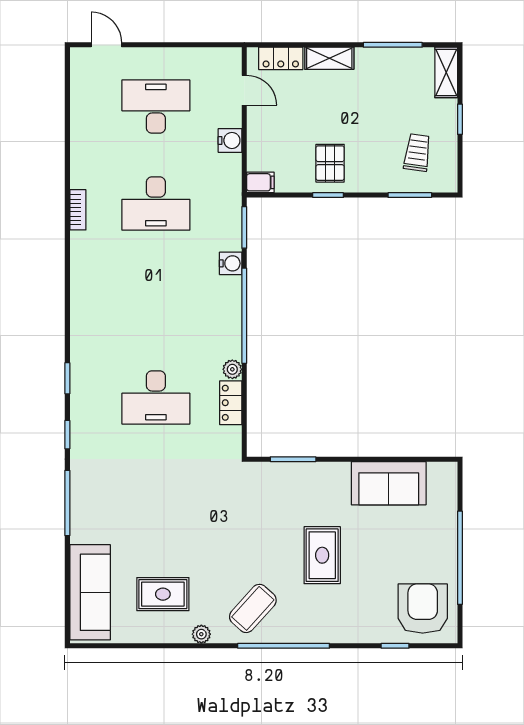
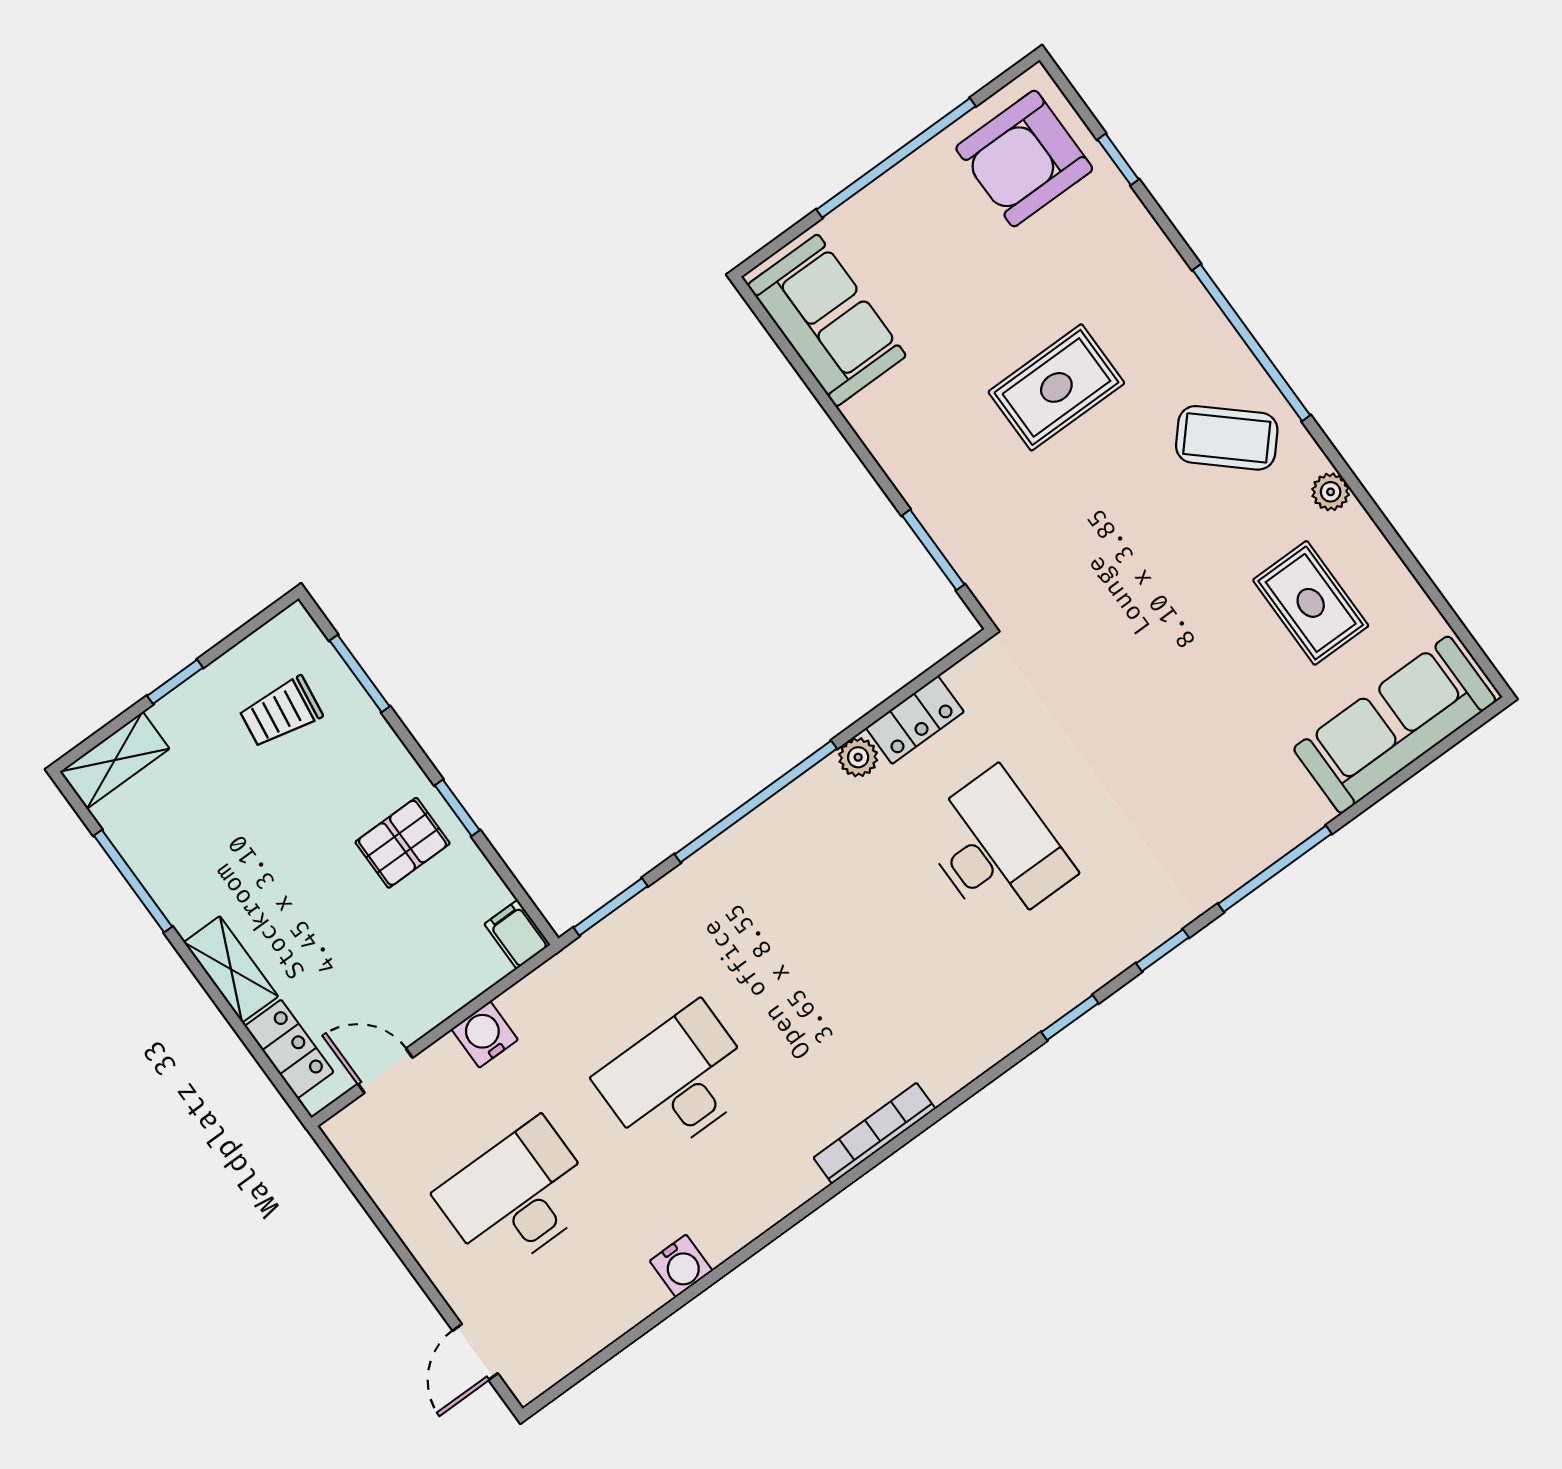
door: (244, 90) -> (385, 1071), hinge flipped
desk: (156, 107) -> (518, 1197), turned 90
desk: (156, 204) -> (677, 1081), turned -90
bookcase: (78, 210) -> (874, 1133), moved, width x1.56
water cooler: (231, 263) -> (681, 1266), moved, turned 180
sofa: (389, 483) -> (827, 320), moved

